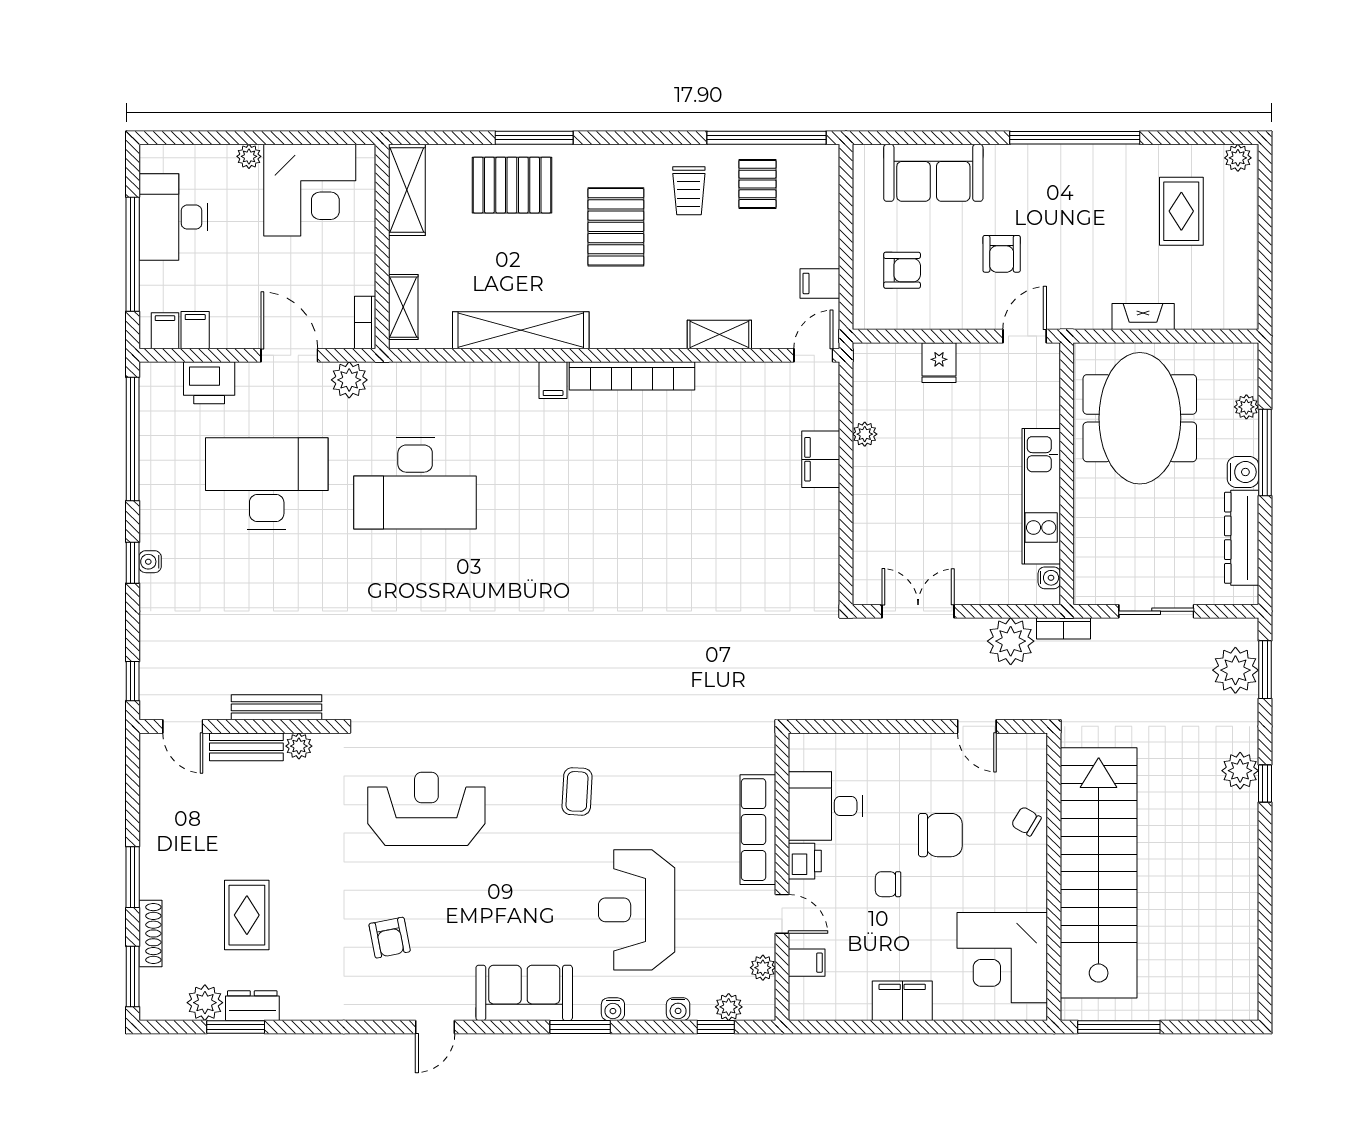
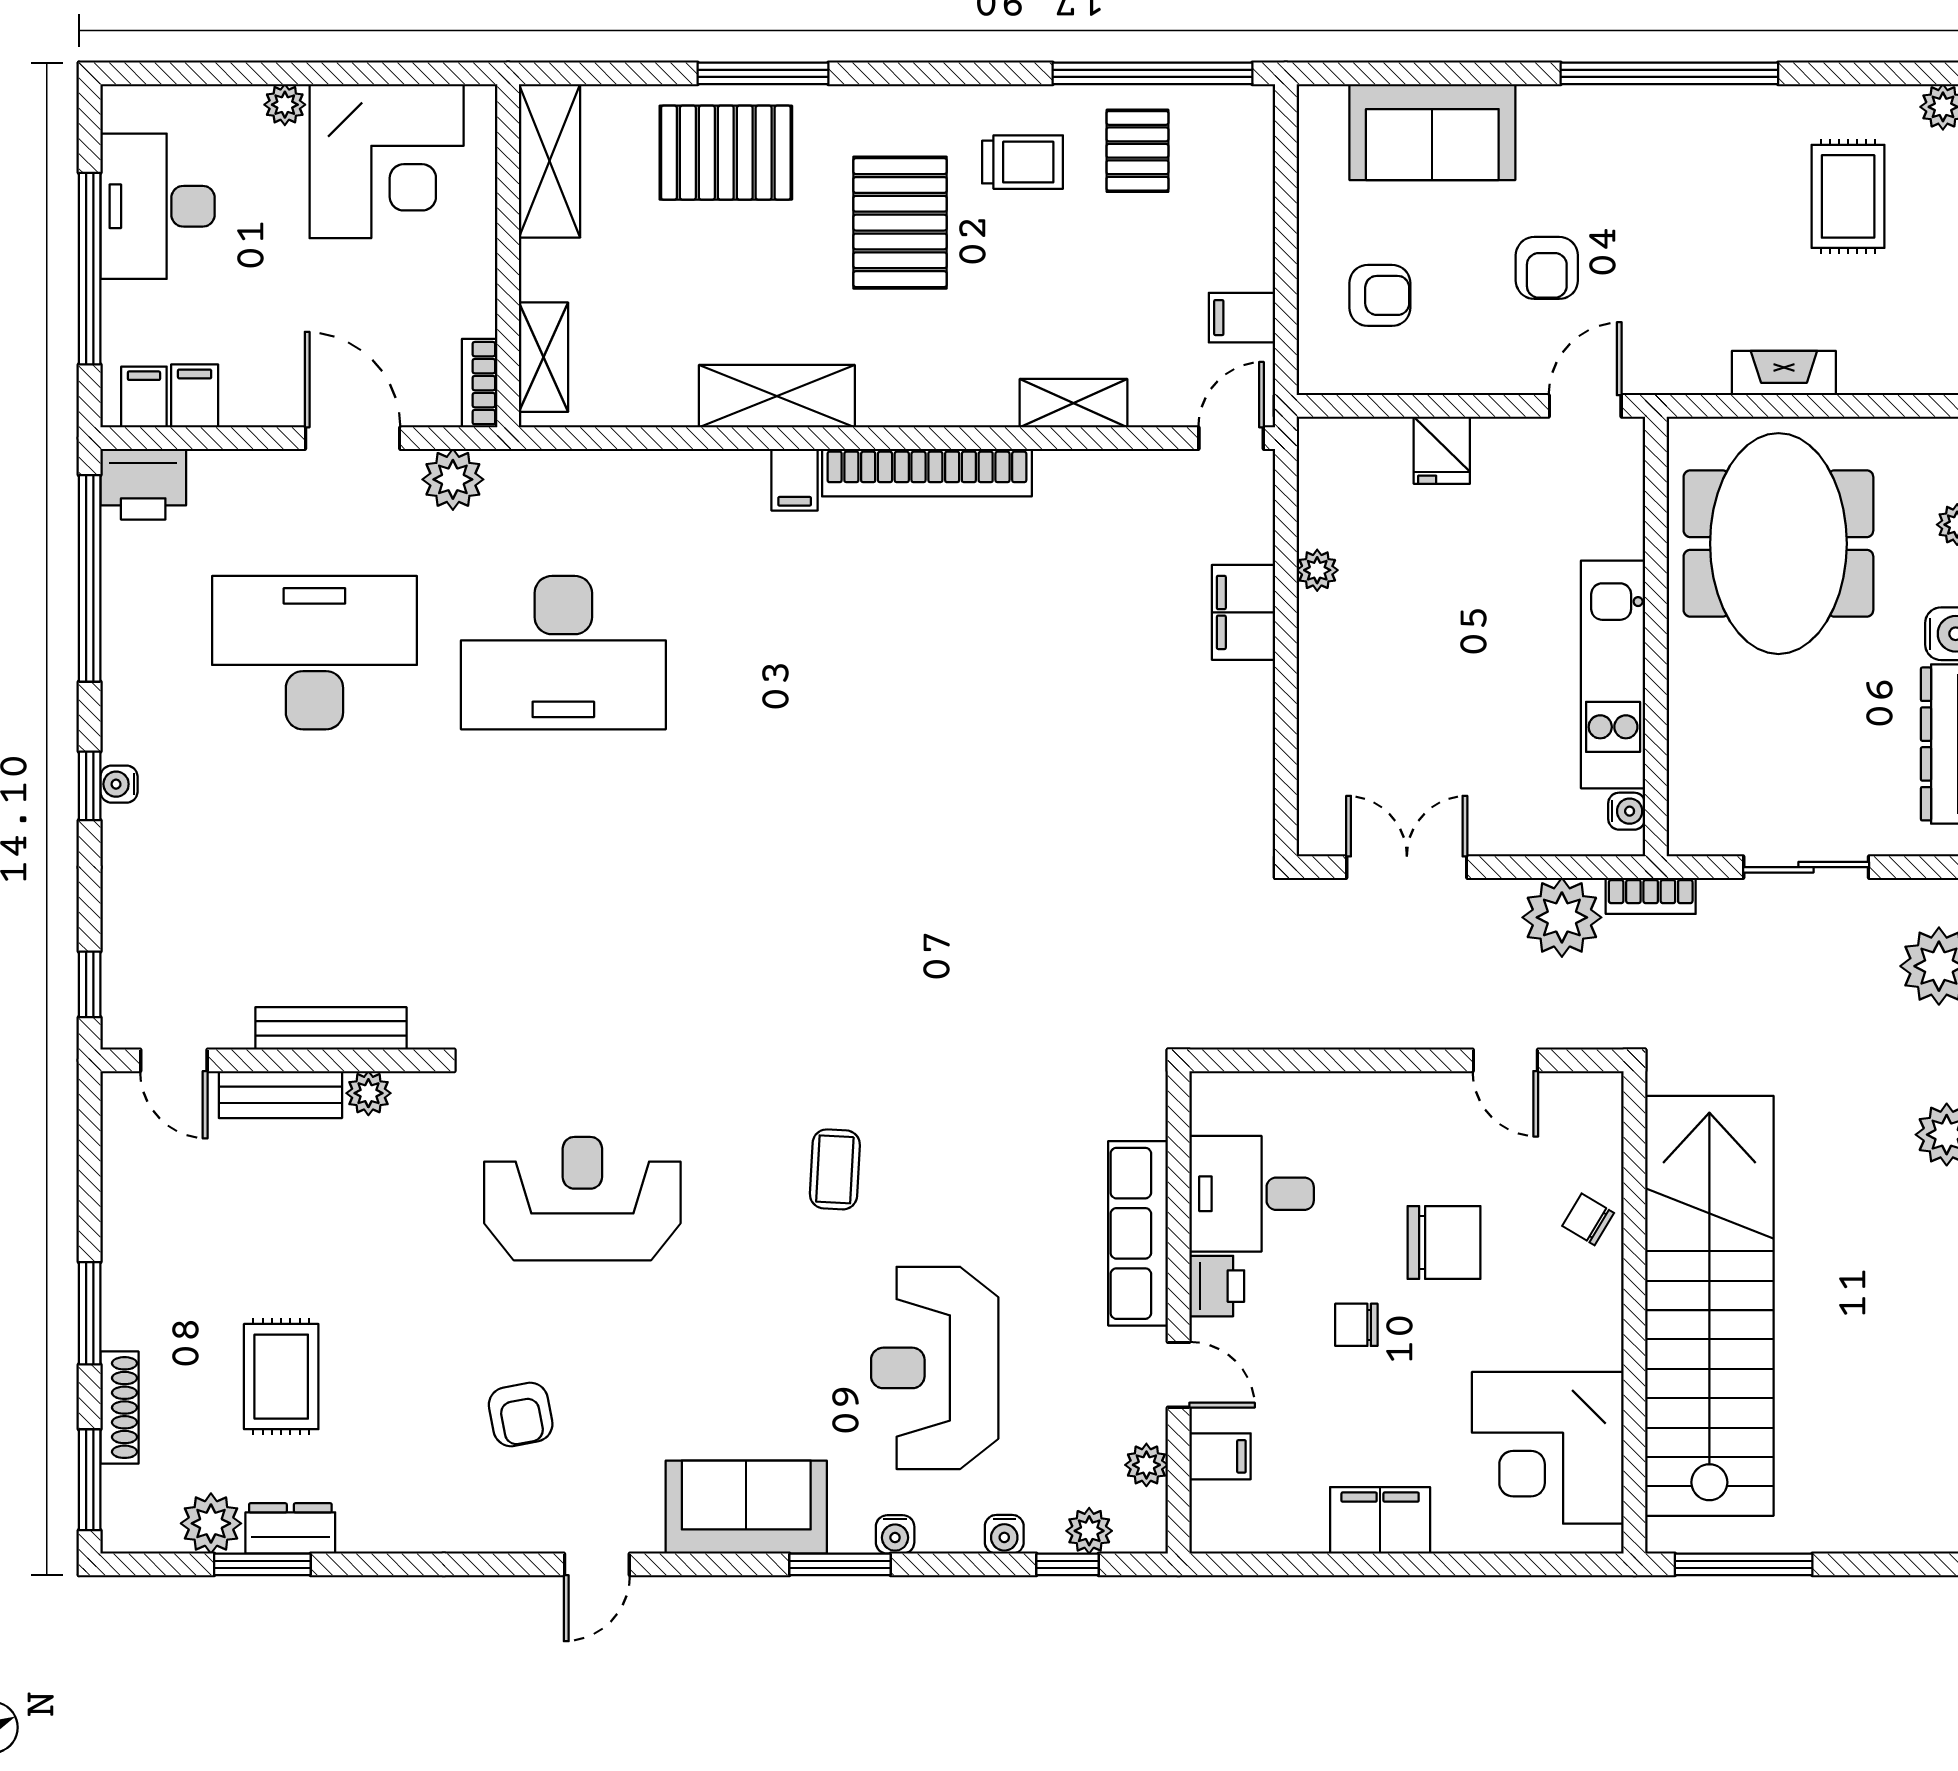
trolley: (689, 191) -> (1023, 162), turned -90
shelving: (521, 330) -> (777, 396), width x0.68
printer: (209, 383) -> (143, 484), moved

